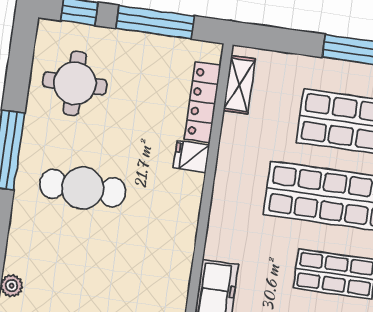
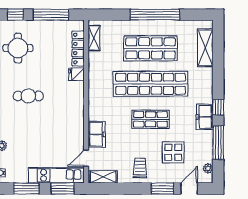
cafe table: (83, 188) -> (28, 96), width x0.73, depth x0.74

